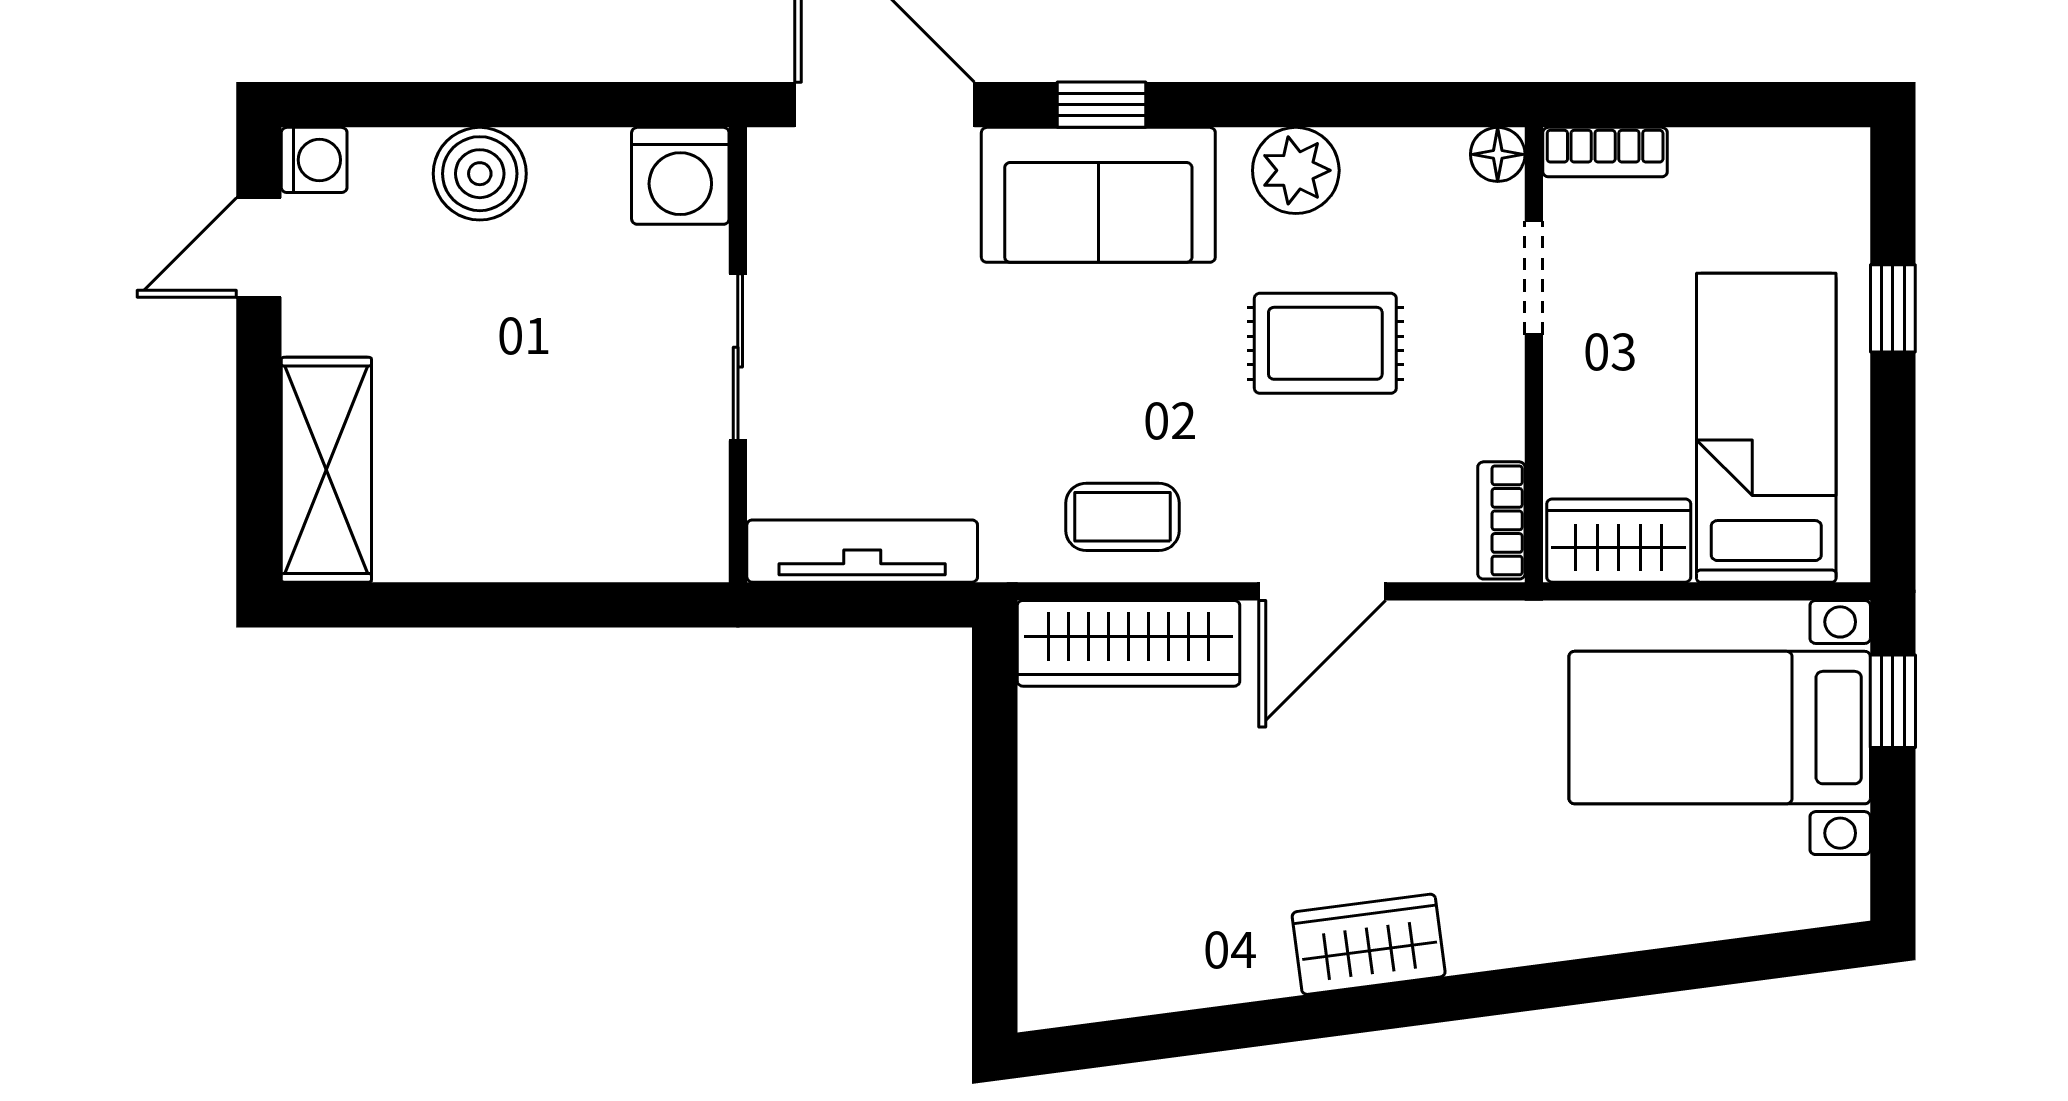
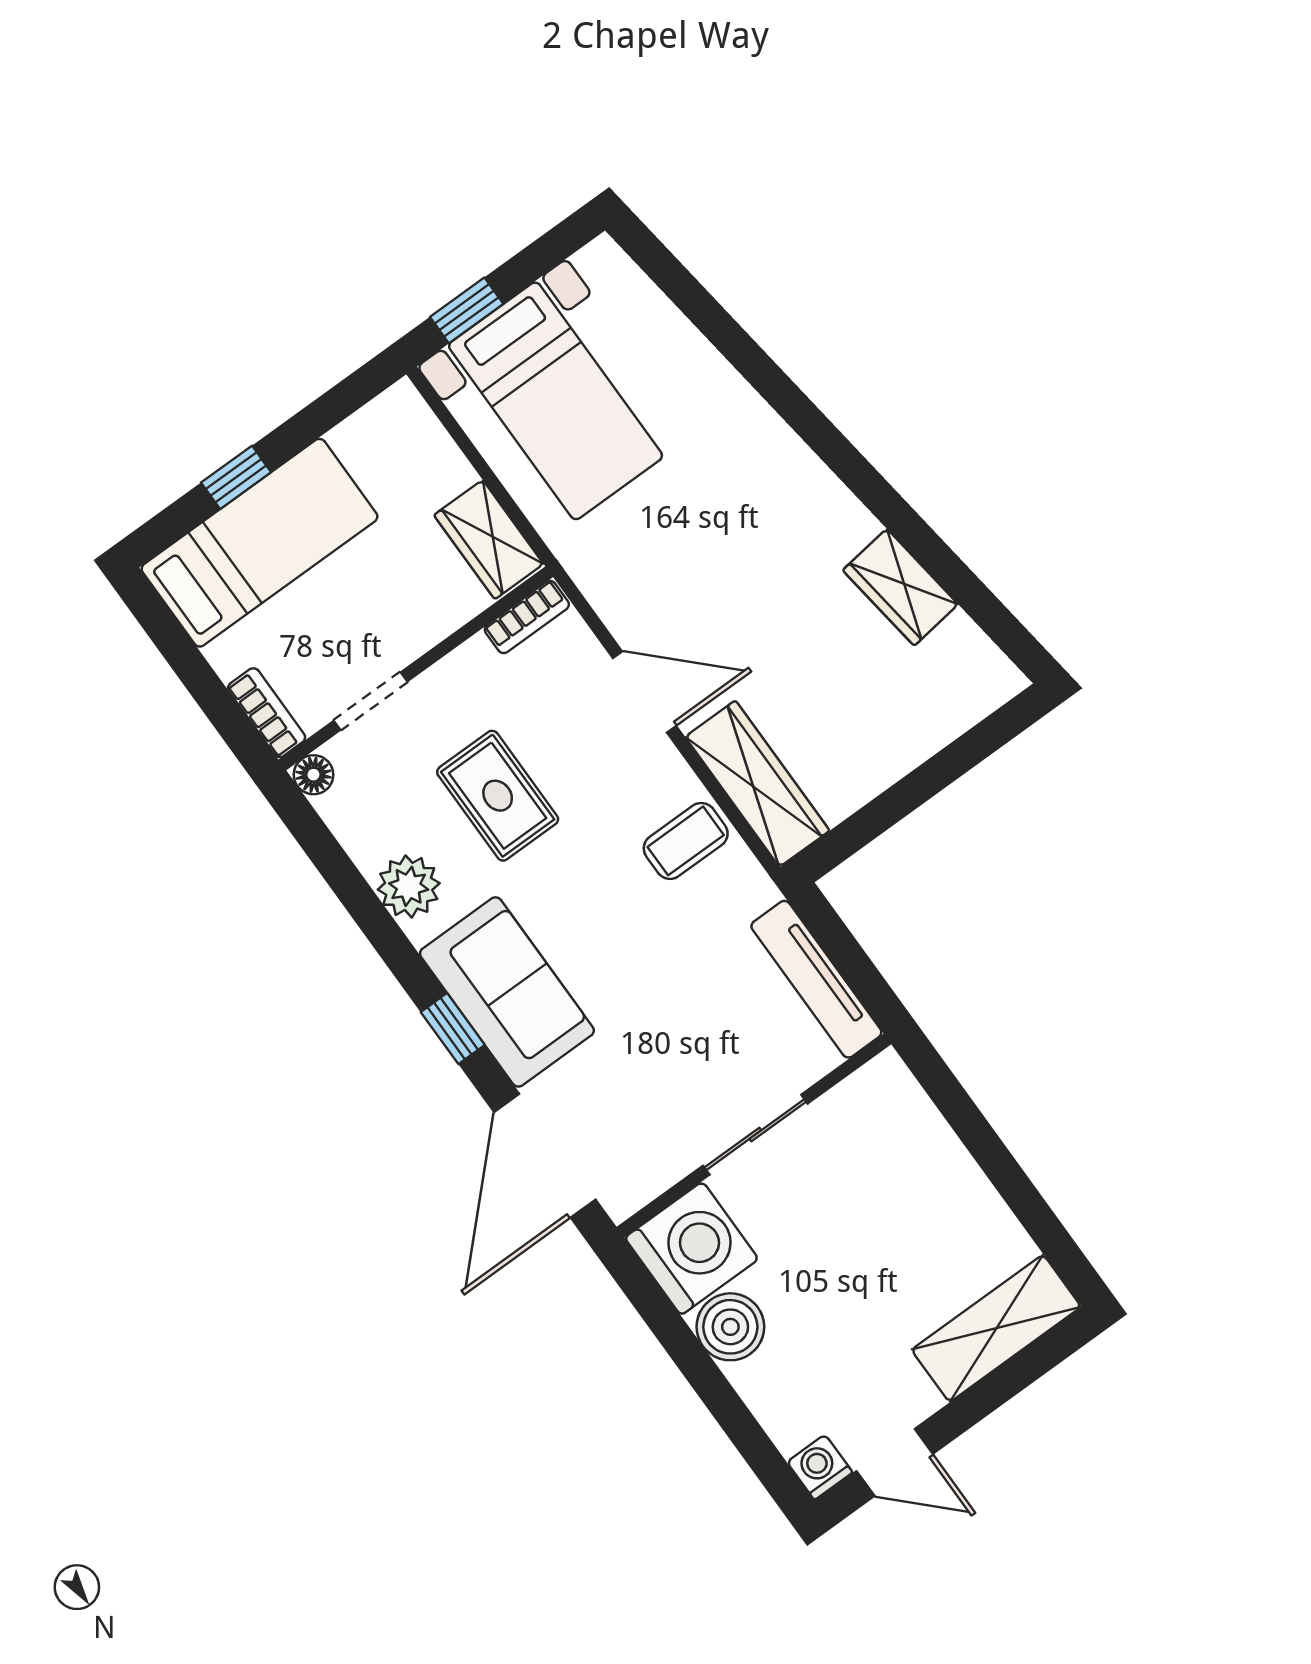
boiler: (480, 174) -> (730, 1327), moved
washing machine: (680, 176) -> (692, 1248), width x1.37, depth x1.37
bed: (1766, 428) -> (260, 543), moved, turned 180
coffee table: (1123, 517) -> (686, 841), turned 90
wardrobe: (1369, 944) -> (900, 587), moved

